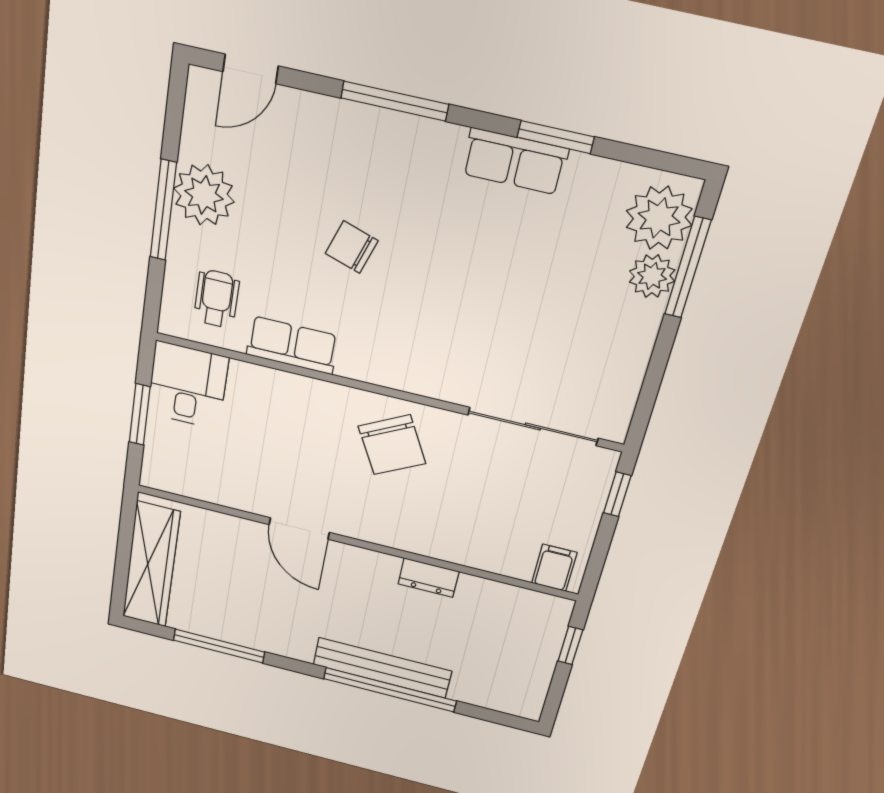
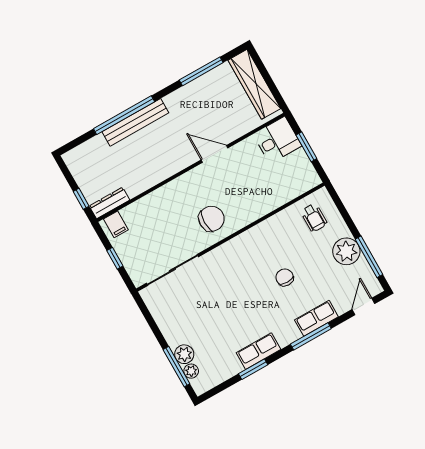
window: (163, 210) -> (369, 257), moved
plant: (659, 218) -> (191, 371), width x0.53, depth x0.53
chair: (352, 247) -> (285, 277), turned -108
row of seats: (292, 345) -> (316, 318), moved, turned 180
desk: (188, 385) -> (277, 140), moved, turned -90
chair: (392, 445) -> (211, 219), turned 118
window: (617, 494) -> (115, 258), moved
dresser: (429, 578) -> (109, 203), moved, width x1.44

